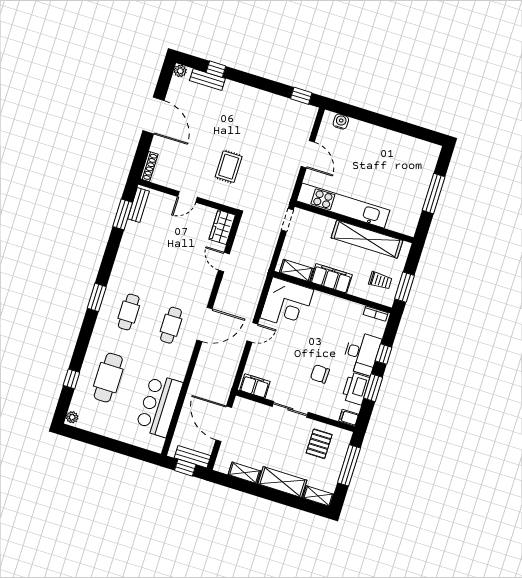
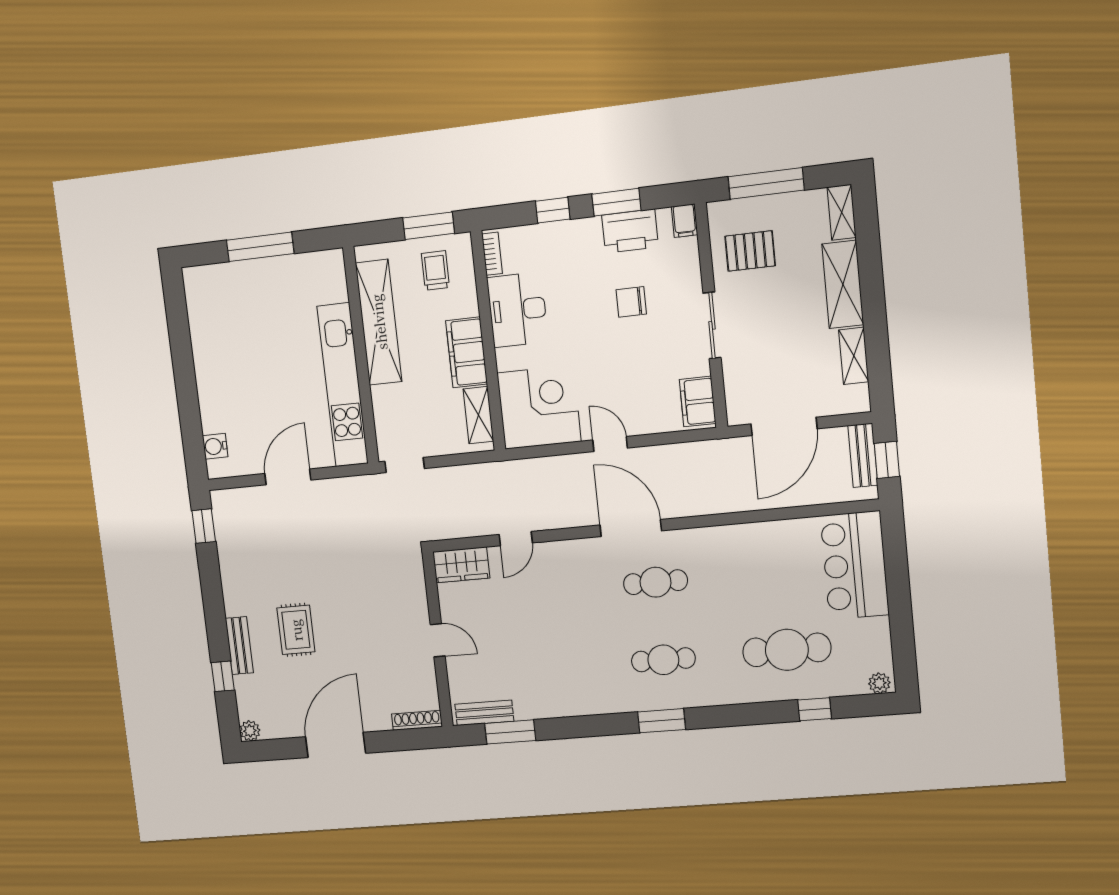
bench: (207, 79) -> (239, 646), moved
rug: (229, 167) -> (296, 630), moved, turned 90
desk: (361, 353) -> (517, 310), moved, turned -90
chair: (320, 374) -> (631, 302), turned 88
bar counter: (159, 406) -> (855, 565), moved, turned 90

